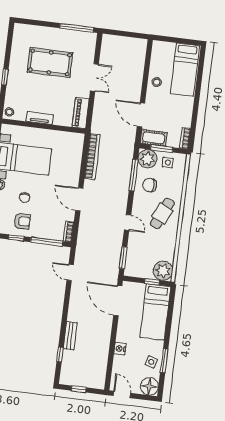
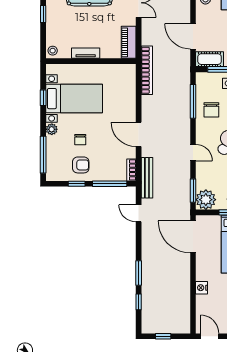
bookcase: (92, 156) -> (147, 70), moved
plant: (147, 159) -> (206, 200), moved
chair: (150, 185) -> (211, 110), turned -90
window: (63, 328) -> (139, 273), added
bench: (70, 336) -> (147, 178), moved, width x1.36

